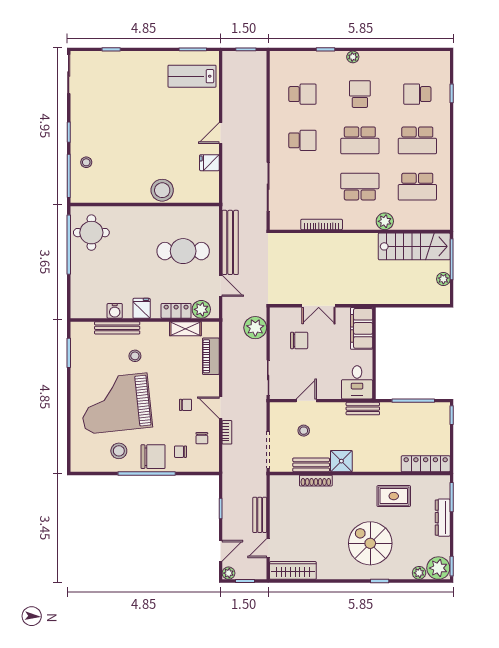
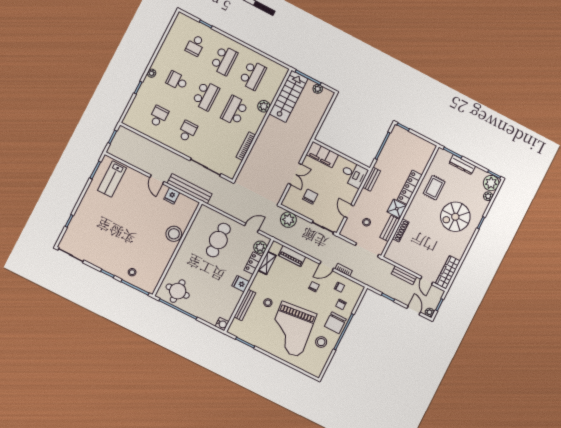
bench: (230, 242) -> (190, 189), moved
water cooler: (115, 311) -> (222, 324), moved
chair: (153, 457) -> (335, 323), turned 180
locker: (426, 464) -> (410, 187), moved

